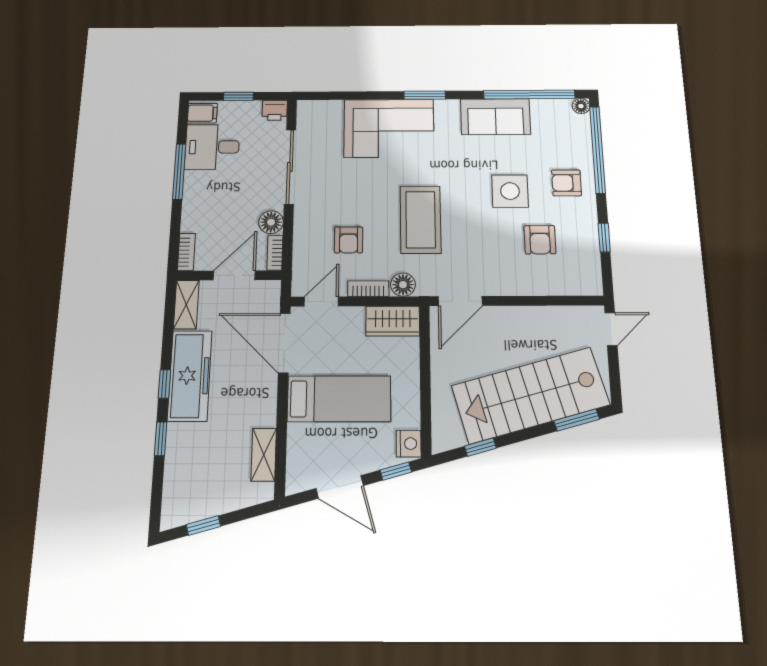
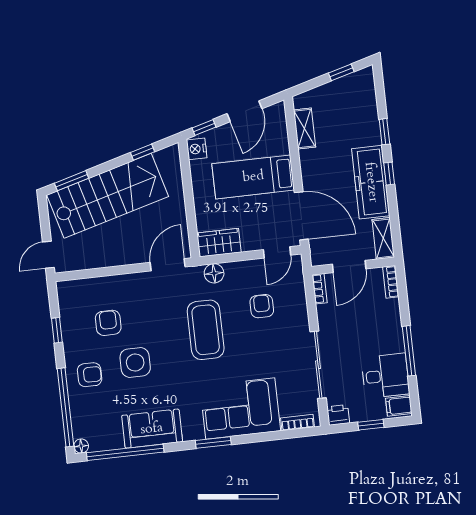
floor lamp: (271, 222) -> (326, 315), removed
bookcase: (368, 289) -> (298, 422), moved, turned 180
door: (340, 487) -> (245, 111), swing flipped

